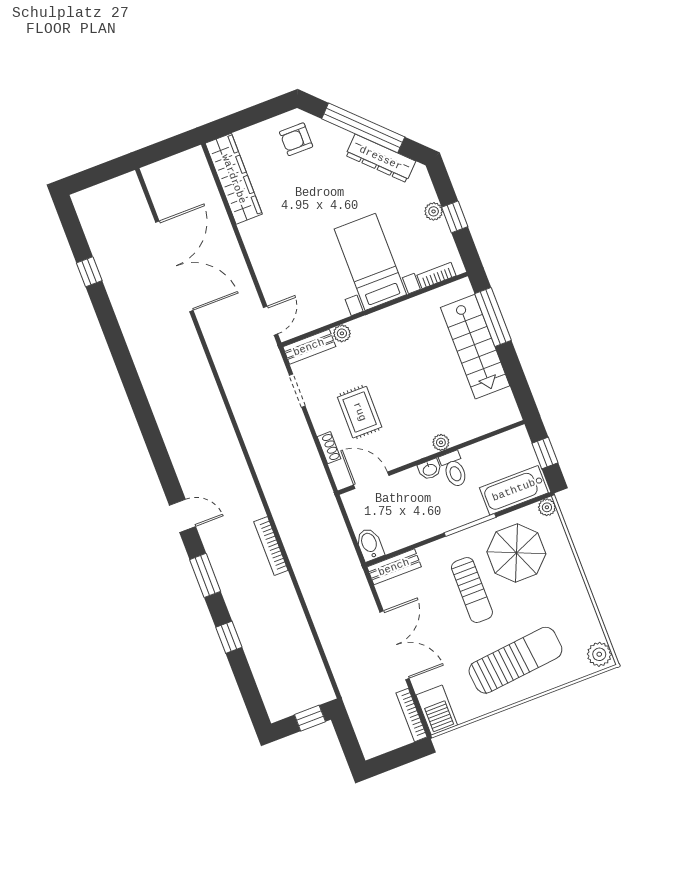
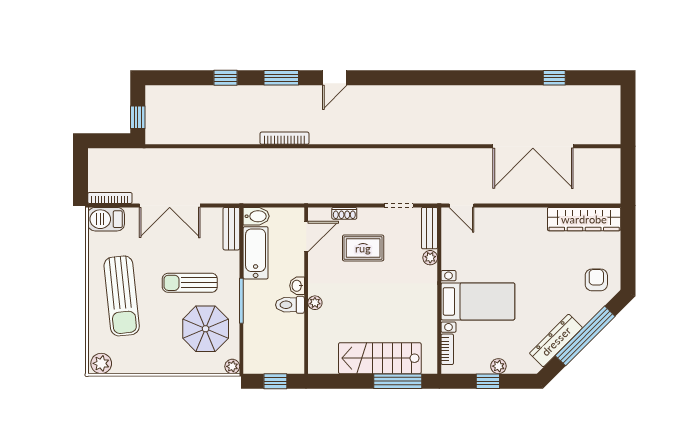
bathtub: (514, 490) -> (256, 253), moved

